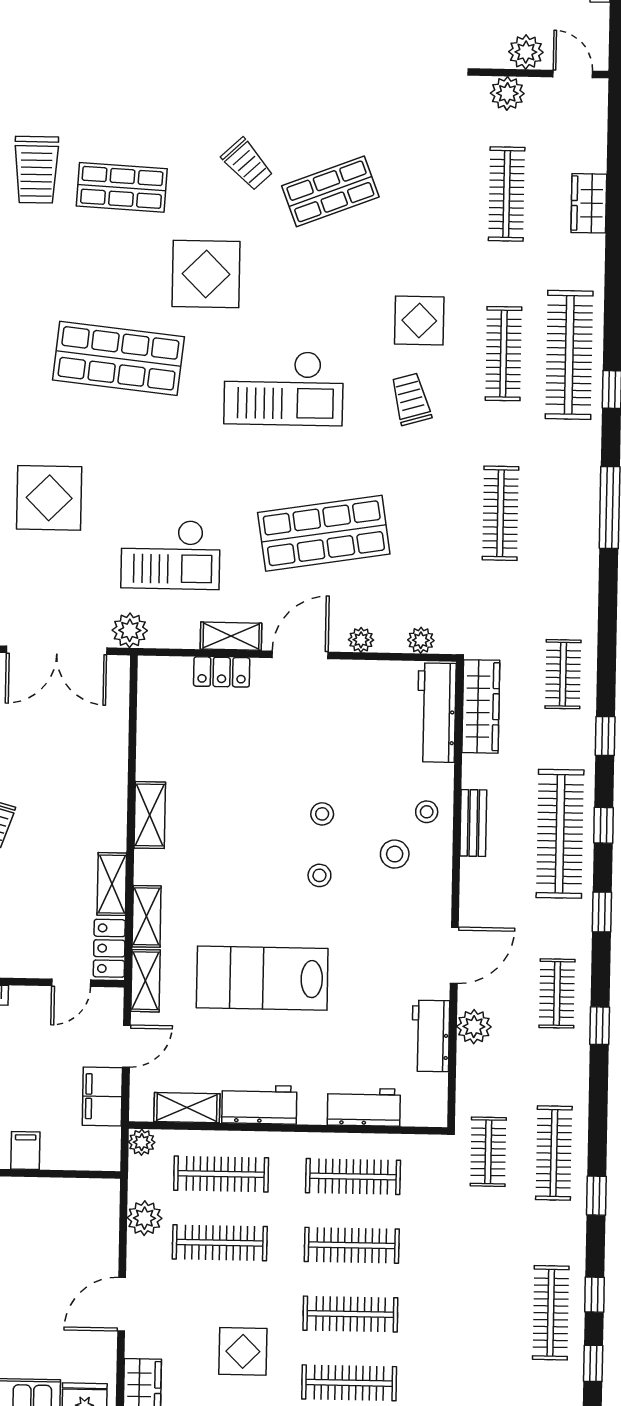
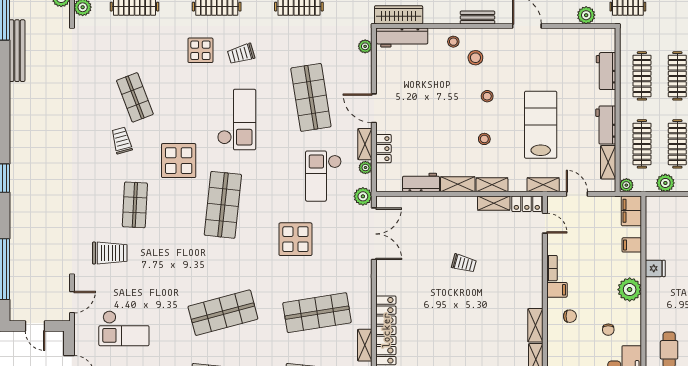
trolley: (247, 164) -> (122, 140), turned -62
trolley: (36, 170) -> (110, 253), moved
checkout: (170, 555) -> (323, 176), turned 180
plant: (361, 640) -> (365, 168), moved
stool: (322, 814) -> (484, 139), moved
bench: (473, 823) -> (477, 18), moved
shelving: (147, 916) -> (492, 185), moved
lab bench: (262, 978) -> (541, 125), turned 180
plant: (474, 1027) -> (586, 15), moved
workbench: (431, 1036) -> (421, 182), moved, turned 180
filing cabinet: (102, 1096) -> (631, 211), moved, turned 90

